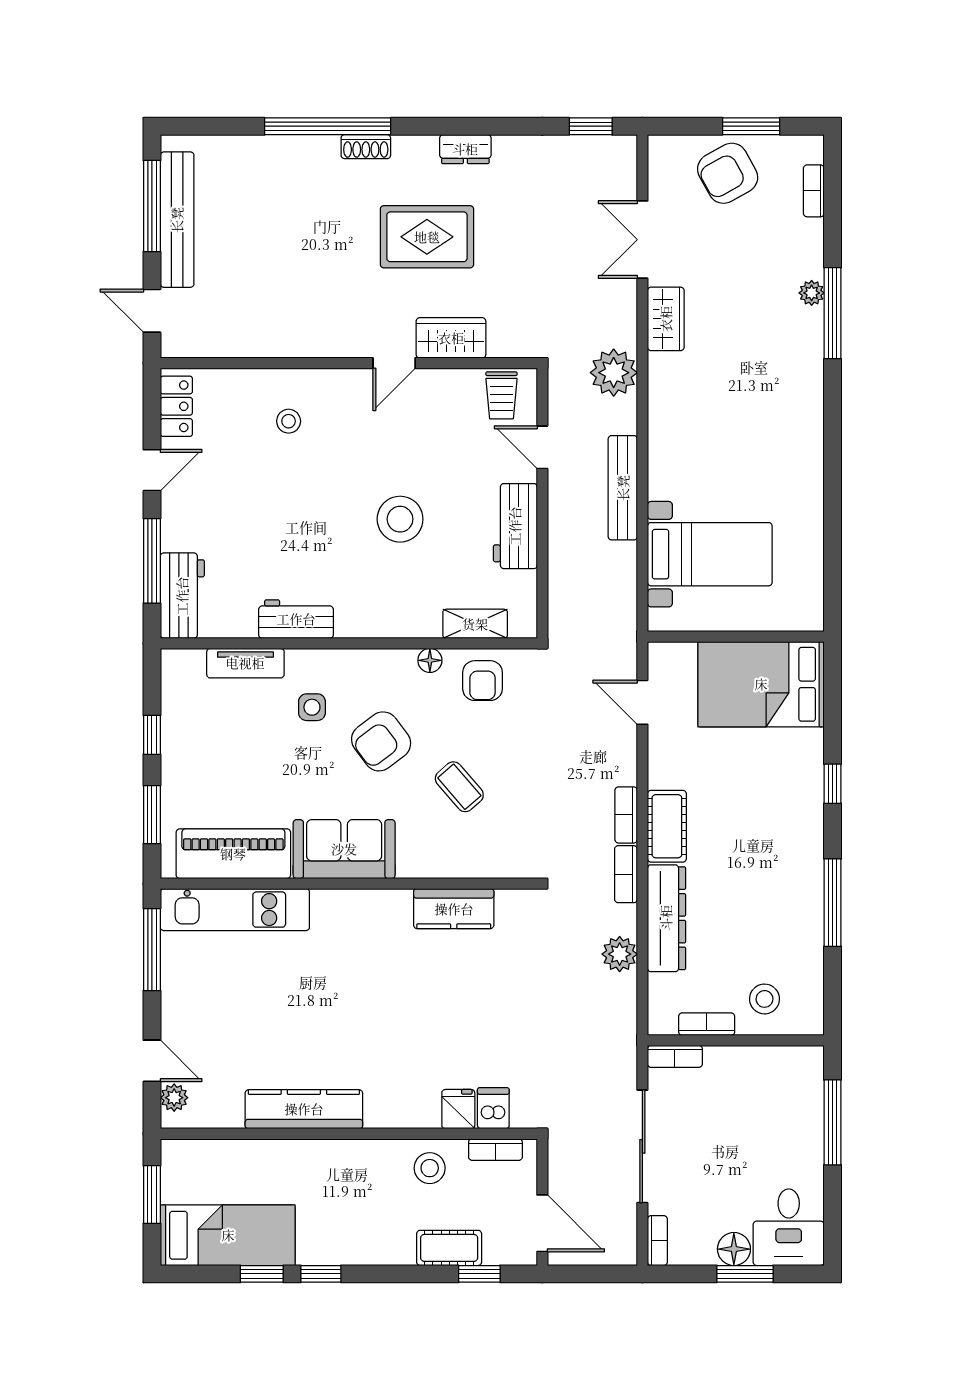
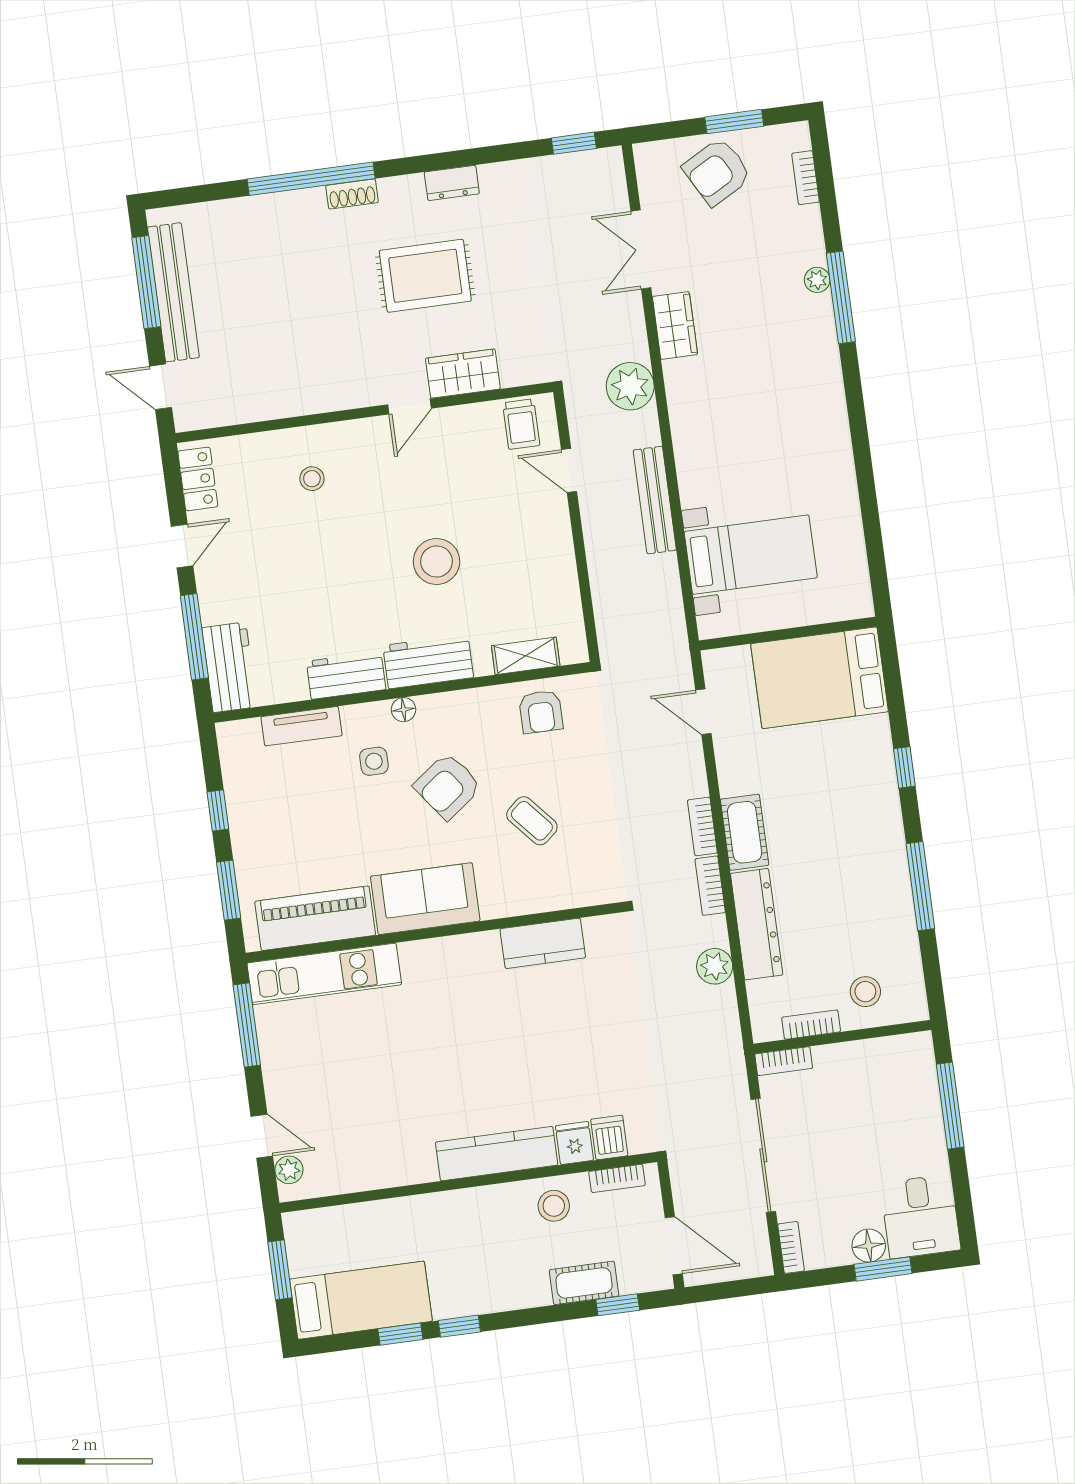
workbench: (515, 526) -> (428, 662), moved, turned 90
floor lamp: (430, 660) -> (404, 710), moved
kitchen counter: (304, 1109) -> (497, 1154), moved

